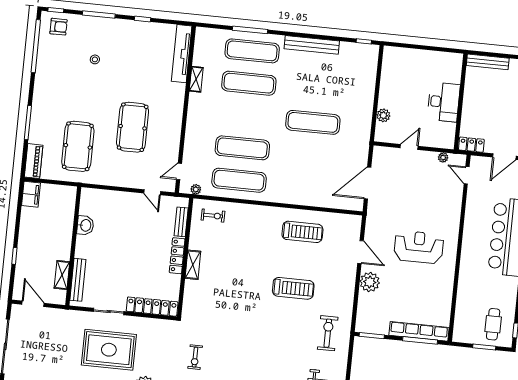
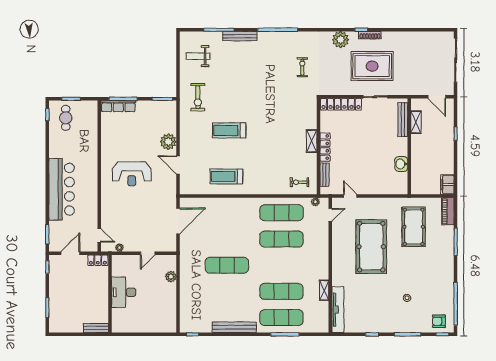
bench: (488, 62) -> (96, 328), width x0.73
pool table: (133, 127) -> (371, 247), width x1.36, depth x1.32
row of seats: (419, 331) -> (118, 106), width x0.73

